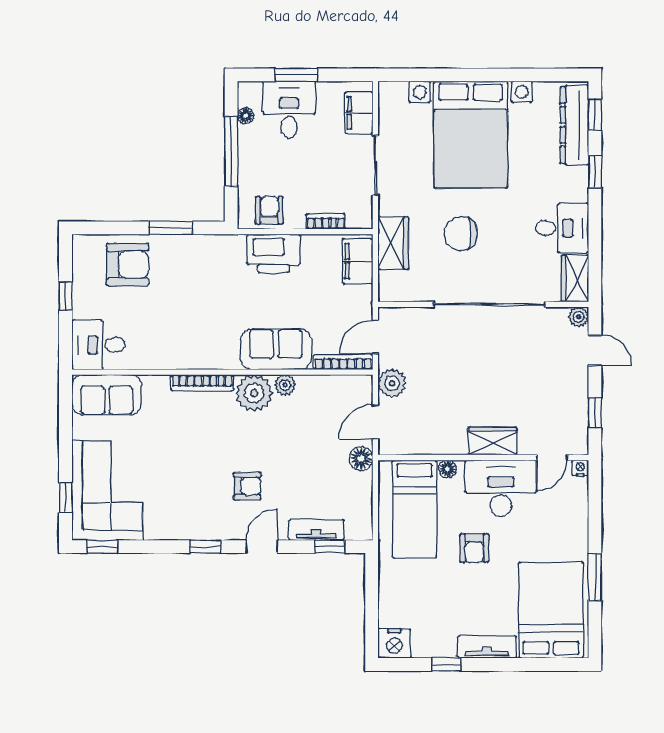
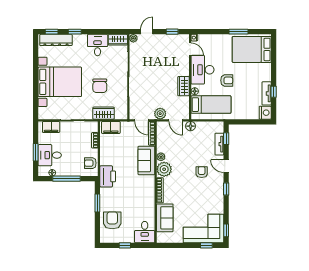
printer: (274, 253) -> (108, 176), moved
sofa: (107, 395) -> (165, 218), moved
wardrobe: (492, 441) -> (183, 86), moved
tv unit: (487, 647) -> (267, 93), moved

